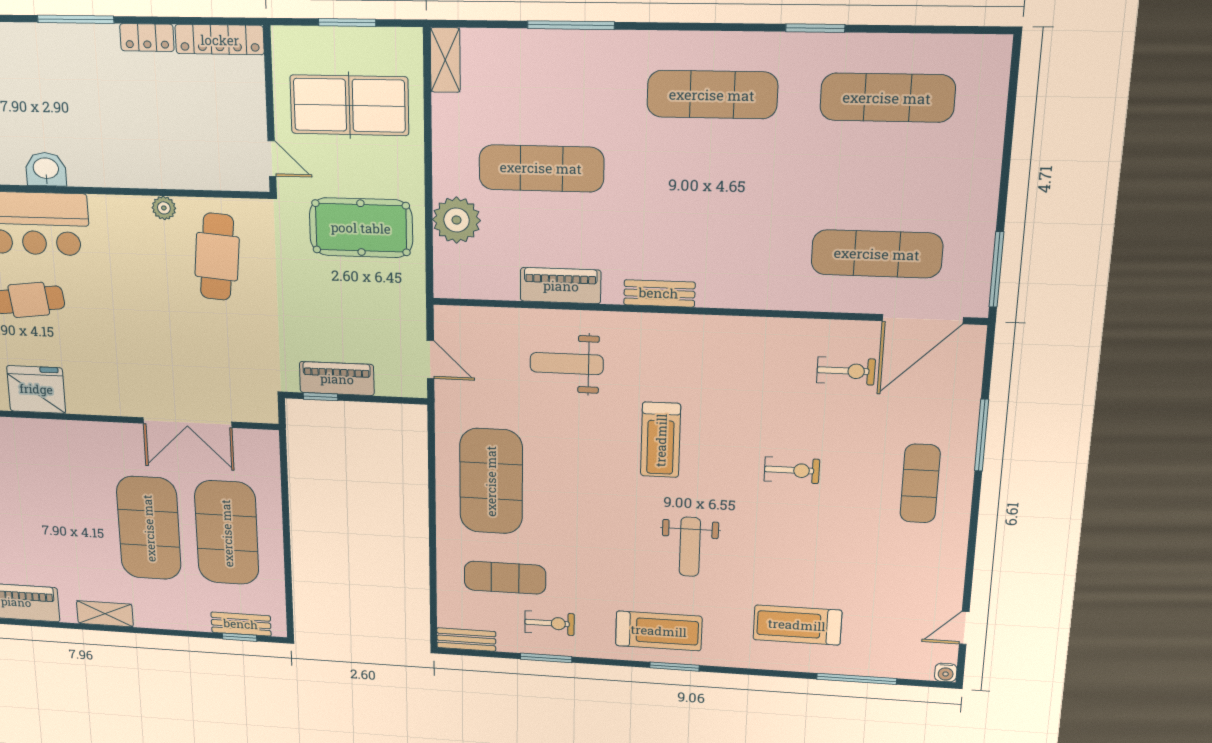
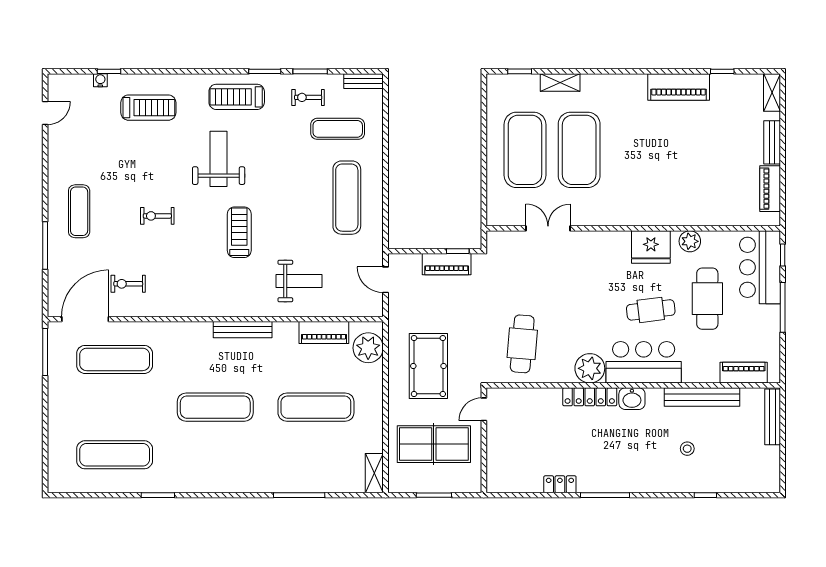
locker: (220, 40) -> (590, 397), moved, turned 180
exercise mat: (712, 95) -> (215, 407), moved
door: (272, 158) -> (484, 409), hinge flipped
plant: (164, 208) -> (590, 368), moved, width x1.88, depth x1.88
plant: (457, 220) -> (368, 348), moved
pool table: (361, 228) -> (428, 366), turned 90
piano: (561, 286) -> (324, 333), moved
bench: (659, 293) -> (243, 330), width x1.36
double door: (187, 423) -> (548, 228), width x0.73
exercise mat: (491, 481) -> (347, 198), width x0.68
weight bench: (690, 547) -> (219, 159), width x1.36, depth x1.33
shelving: (105, 614) -> (560, 83), moved
bench: (241, 624) -> (518, 82), removed
window: (674, 667) -> (265, 71), moved
water cooler: (946, 673) -> (100, 80), moved
window: (857, 679) -> (109, 71), width x0.46

